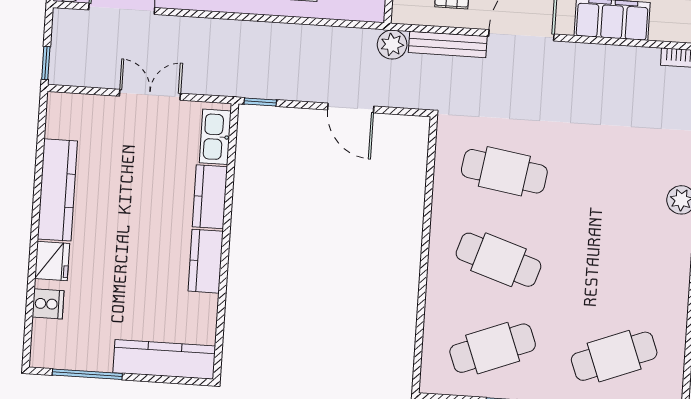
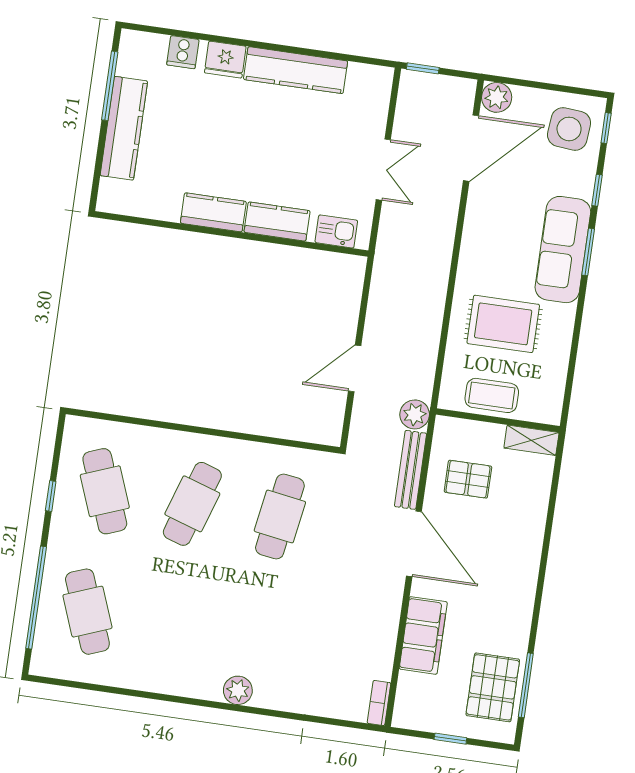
window: (260, 102) -> (368, 279), removed
kitchen sink: (215, 137) -> (336, 231), width x0.73
kitchen counter: (164, 359) -> (124, 128), moved

